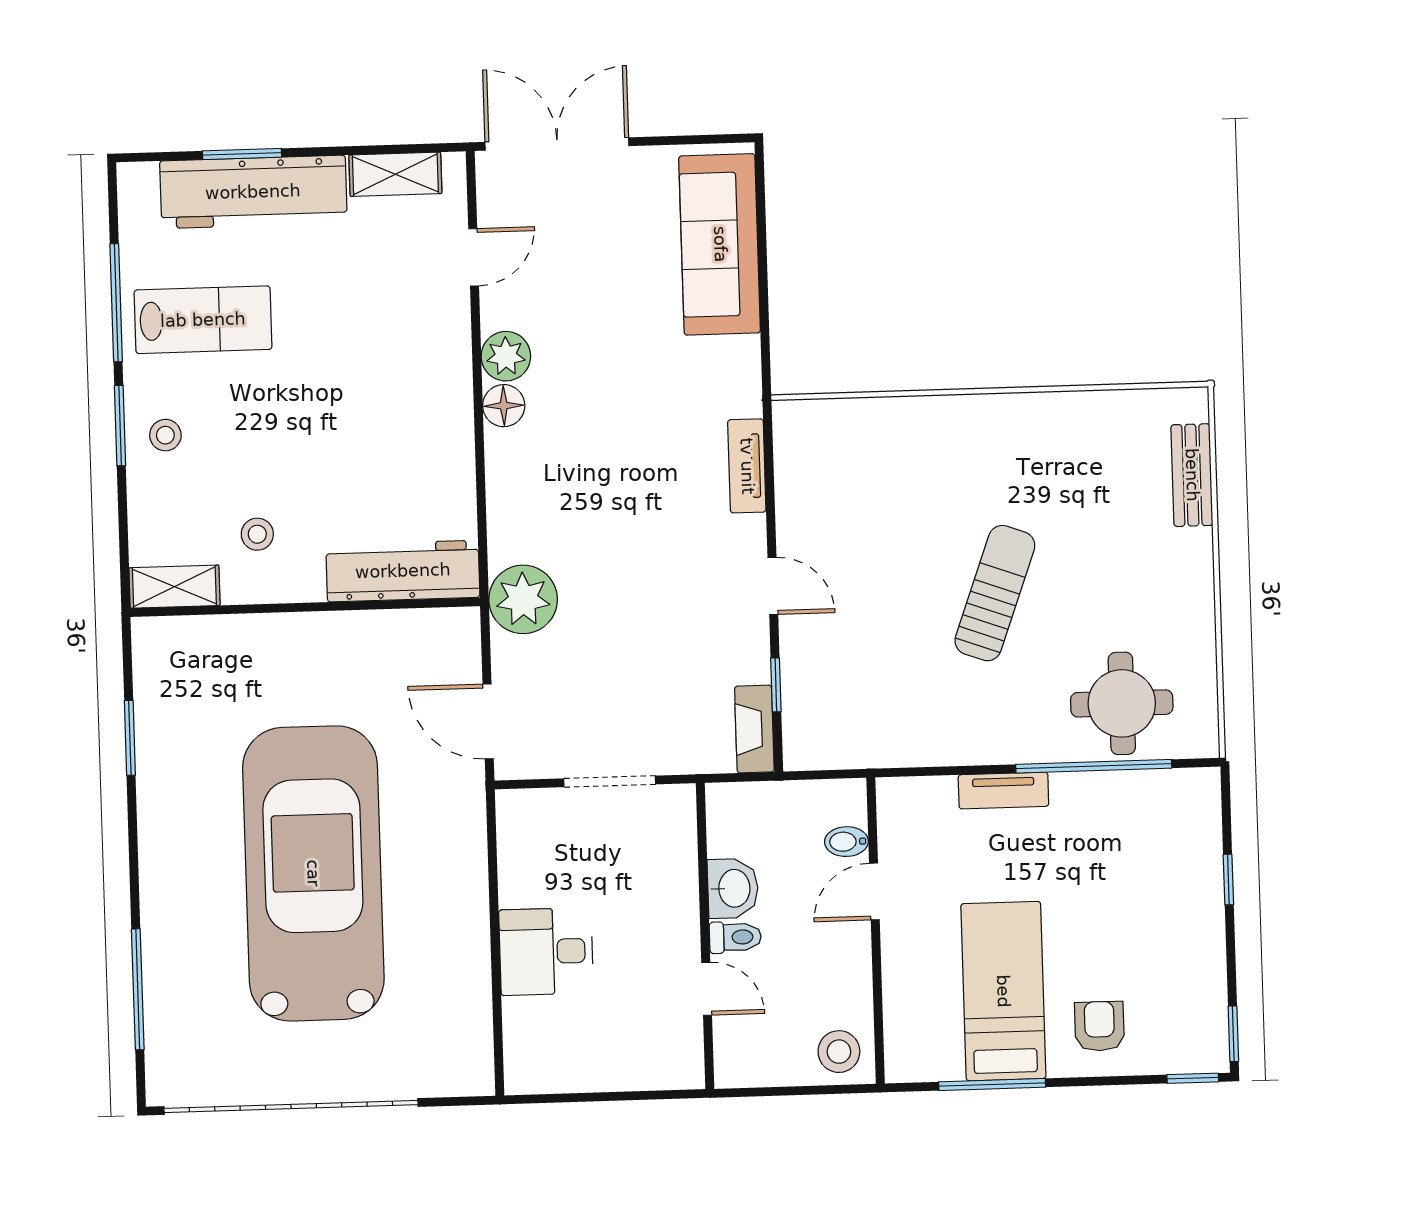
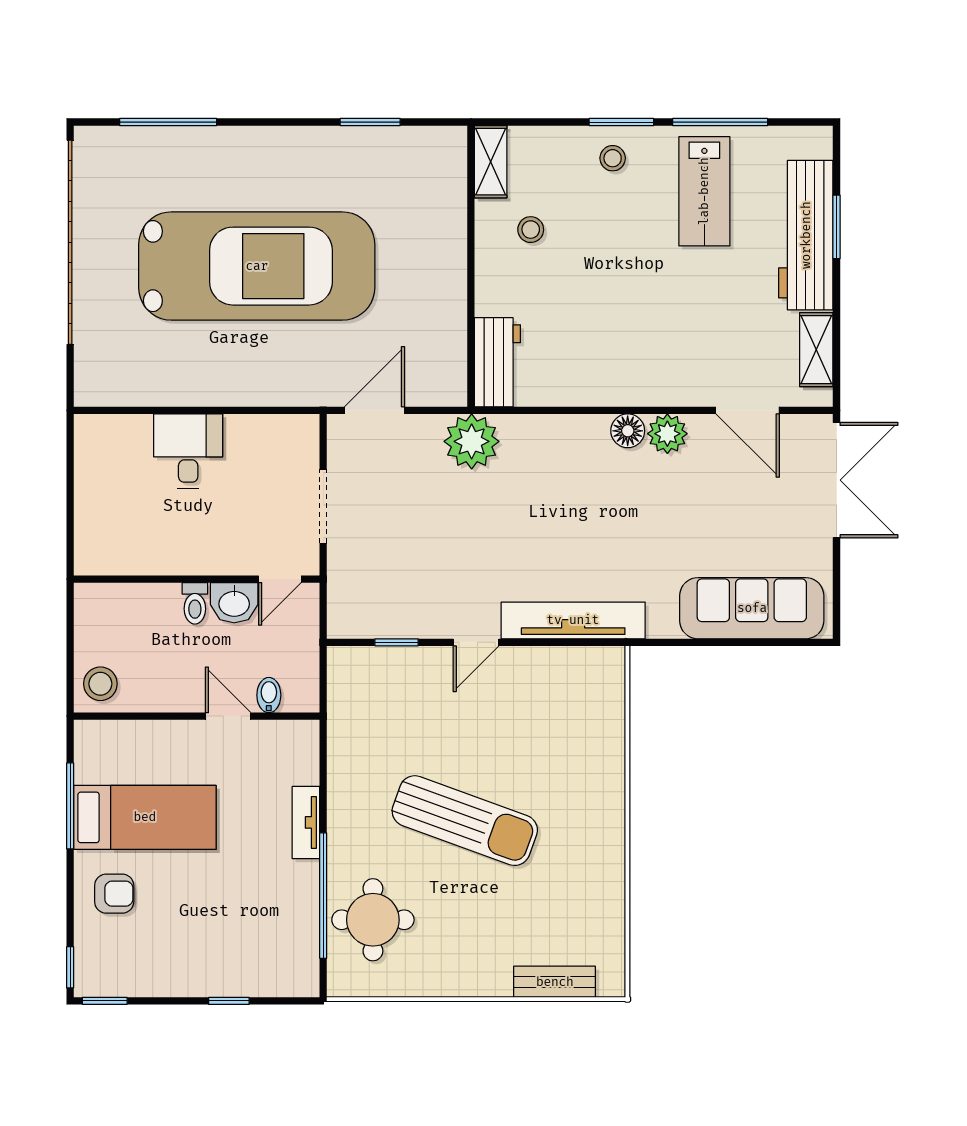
door: (474, 257) -> (748, 410), width x1.38
tv unit: (747, 466) -> (573, 620), width x1.92, depth x1.29
workbench: (403, 571) -> (497, 362), width x0.73
sun lounger: (995, 593) -> (465, 821), width x1.36, depth x1.34
fireplace: (754, 729) -> (362, 624), removed
door: (707, 989) -> (280, 579), moved

